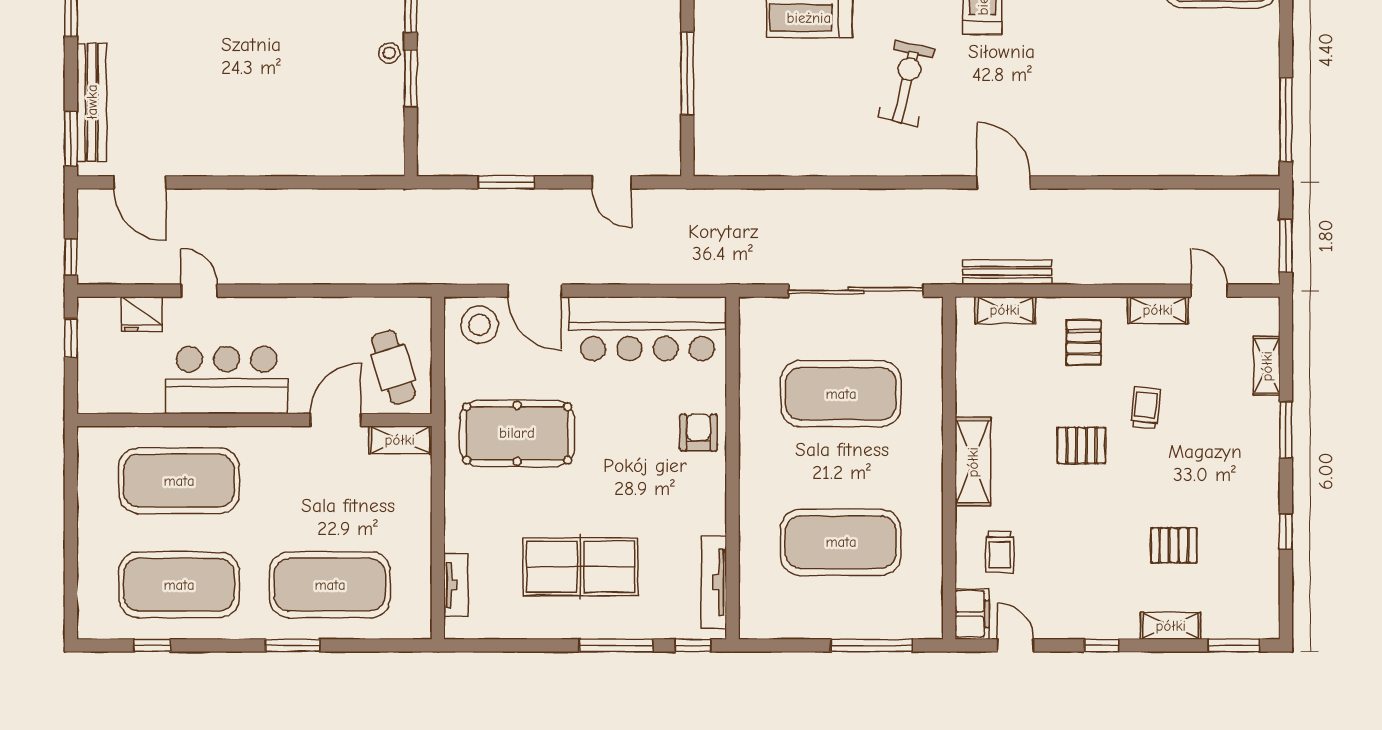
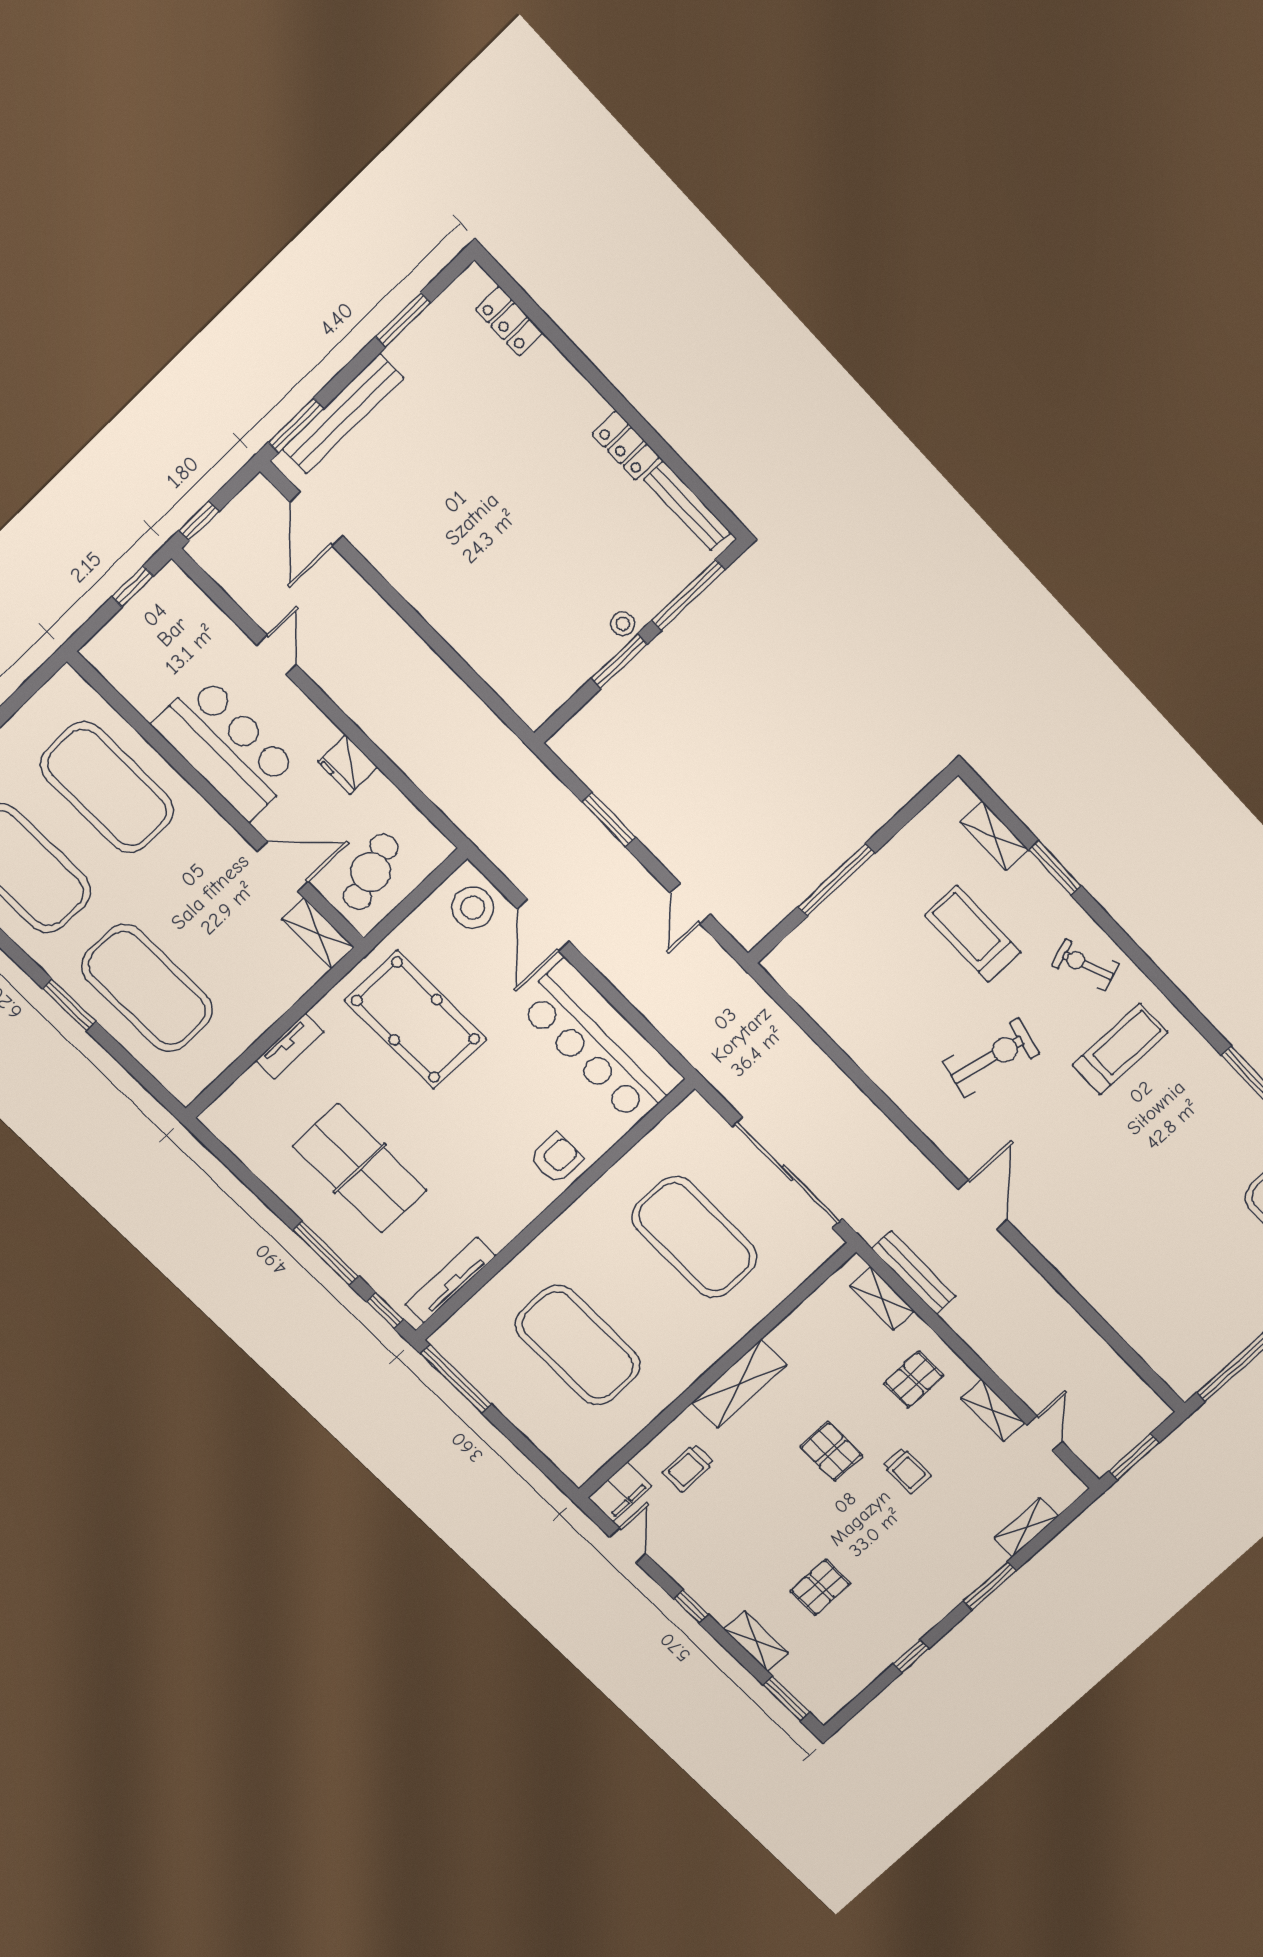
fridge: (142, 314) -> (348, 765), moved
trolley: (1146, 408) -> (907, 1471), turned 84
pallet: (1174, 545) -> (820, 1587), turned 90
tv unit: (456, 585) -> (290, 1046), moved
window: (872, 645) -> (456, 1379), moved

